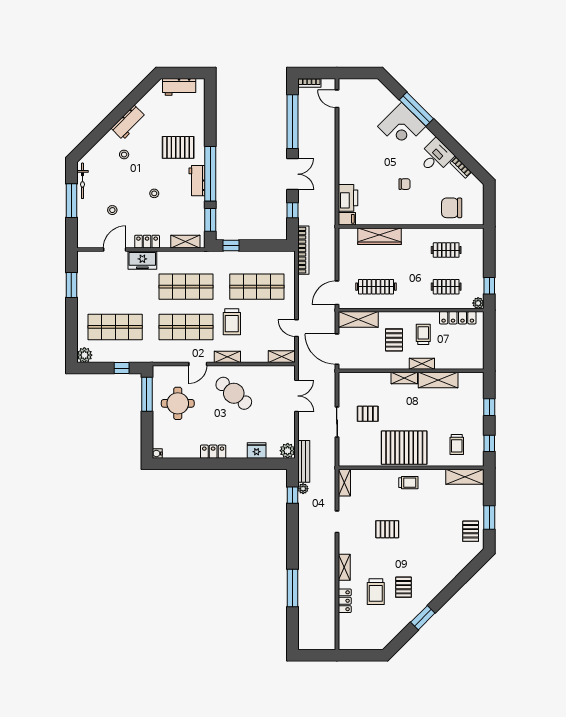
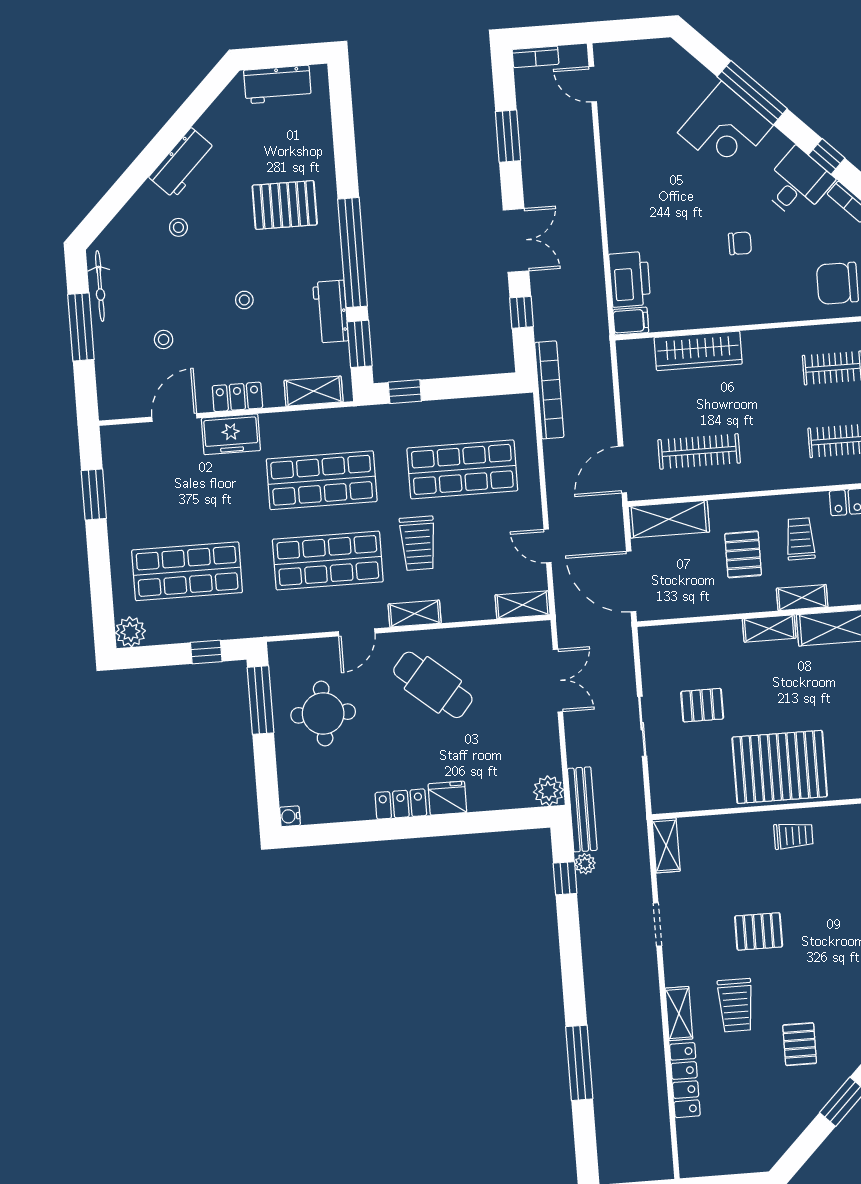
window: (292, 122) -> (508, 136), width x0.47
window: (451, 144) -> (827, 156), added
workbench: (197, 181) -> (331, 311), moved
fridge: (257, 450) -> (447, 798), moved
trolley: (376, 592) -> (736, 1005), moved
locker: (345, 601) -> (685, 1080), width x1.53

